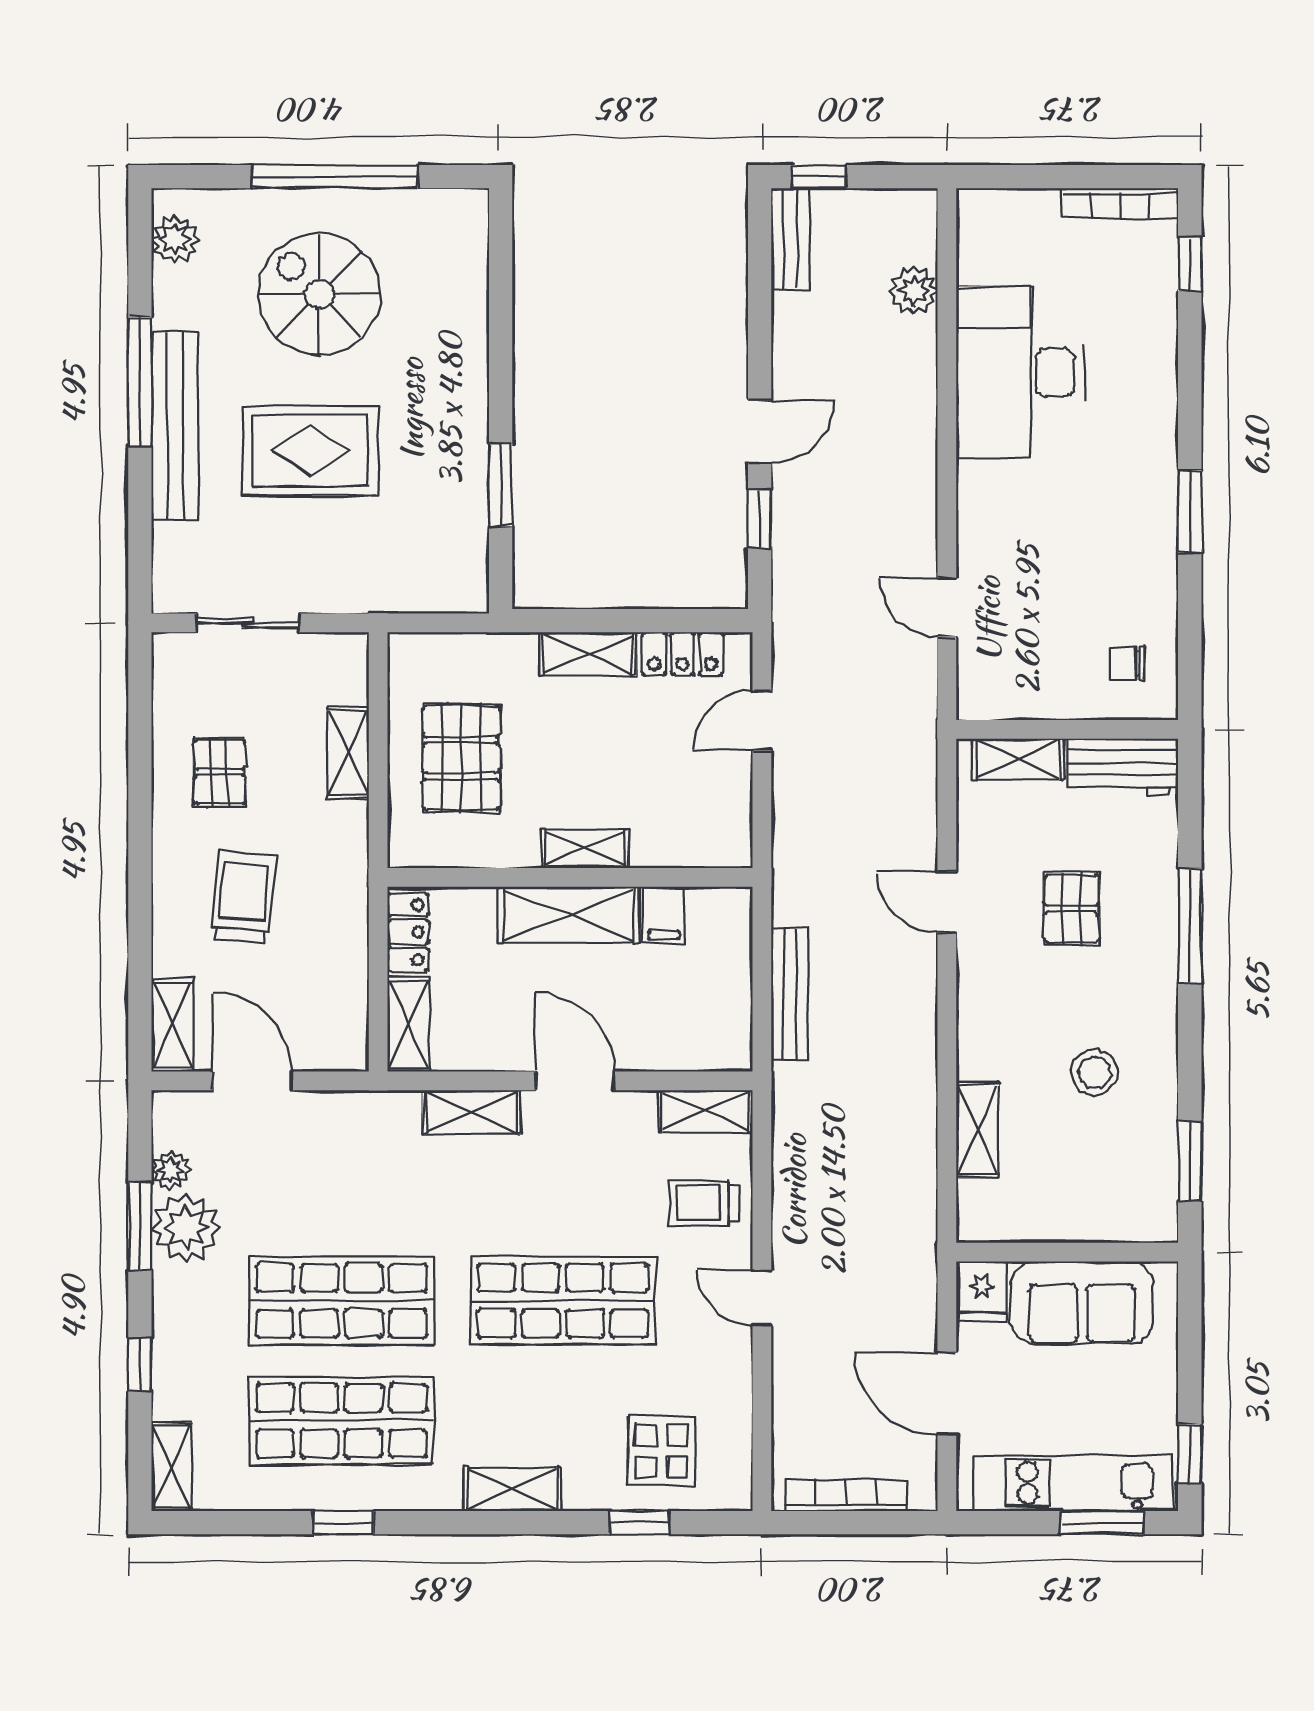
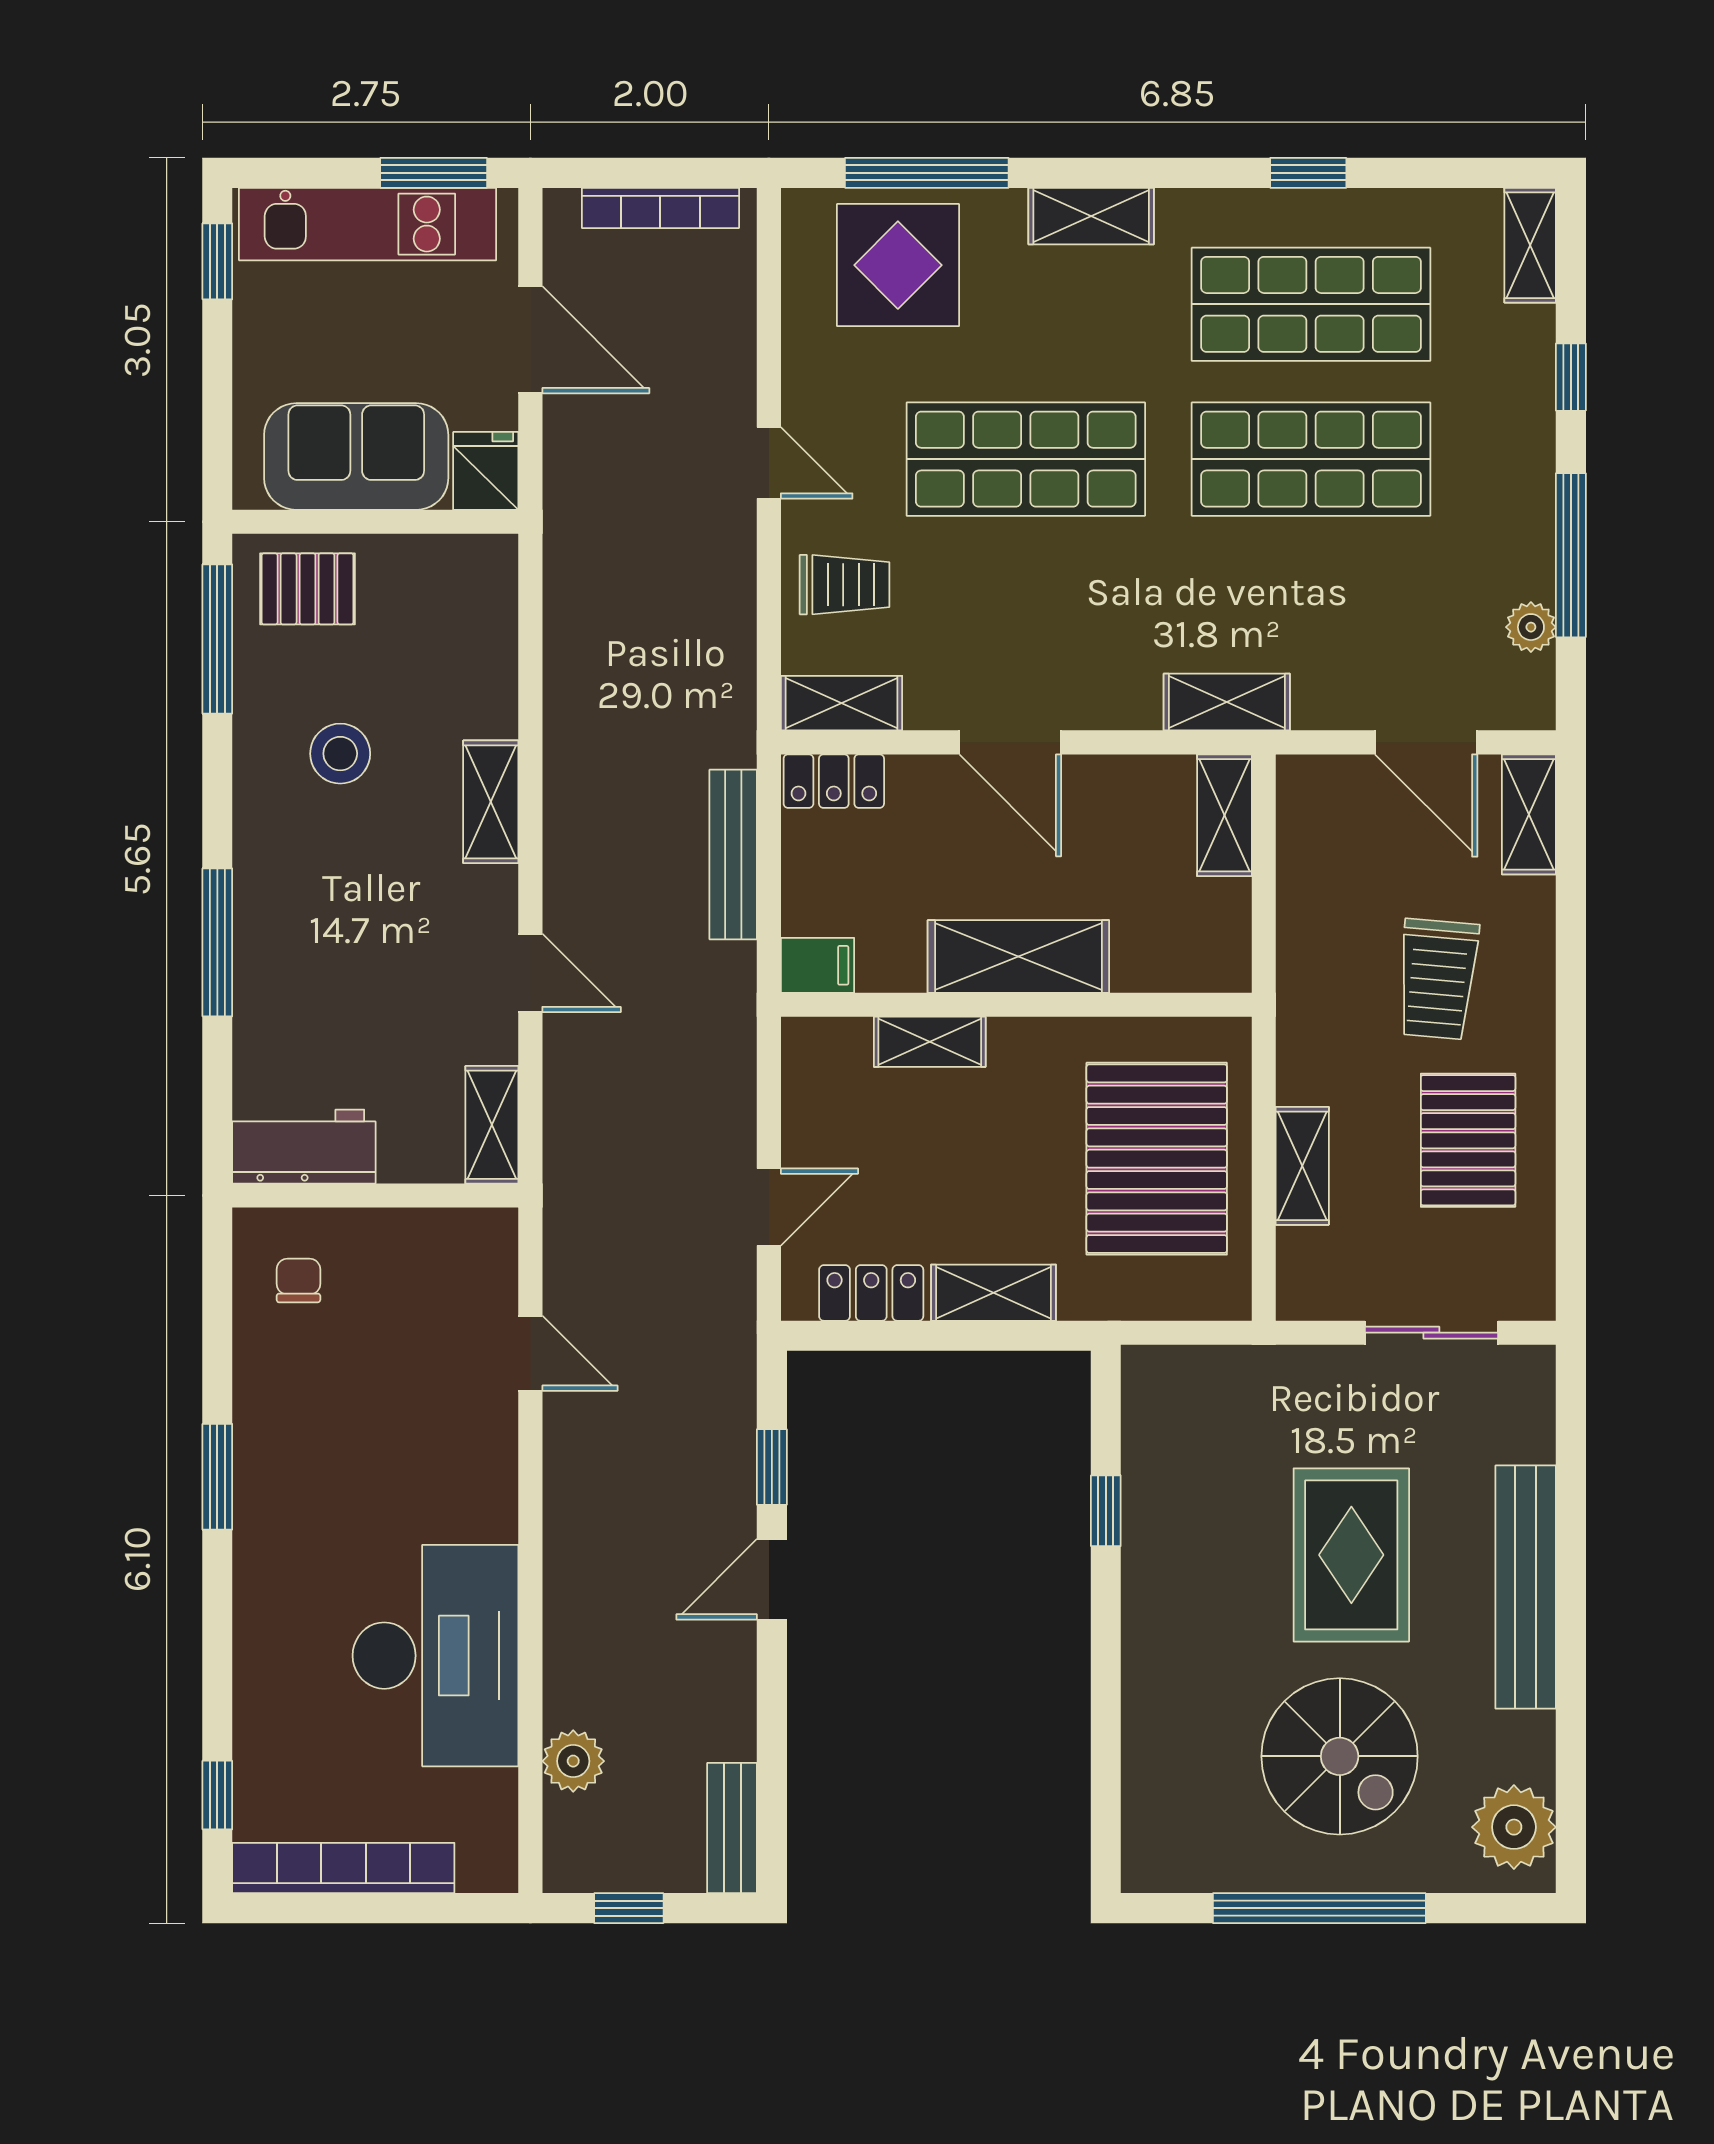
window: (819, 177) -> (629, 1908), moved
bookcase: (1120, 203) -> (343, 1868), width x1.48, depth x1.31
plant: (175, 240) -> (1514, 1827), width x1.36, depth x1.36
window: (140, 381) -> (1571, 1644), removed
rug: (310, 451) -> (1351, 1555), turned 90
window: (501, 485) -> (1106, 1511), width x0.67
chair: (1127, 664) -> (298, 1280), turned -90
pallet: (461, 758) -> (1157, 1159), width x1.37, depth x1.41
shelving: (1018, 759) -> (492, 1125), moved, turned 90
pallet: (220, 772) -> (1468, 1140), width x1.50, depth x1.42
shelving: (585, 849) -> (930, 1042), moved
pallet: (1071, 909) -> (308, 589), moved, turned 90
filing cabinet: (664, 915) -> (817, 965), moved, turned 90
locker: (408, 932) -> (834, 781), moved, turned -90
shelving: (472, 1112) -> (1227, 702), moved
shelving: (978, 1130) -> (491, 802), moved
window: (1190, 1161) -> (217, 639), width x1.44
window: (140, 1226) -> (1571, 555), width x1.44
plant: (186, 1228) -> (1511, 553), removed
display table: (662, 1451) -> (898, 265), width x1.36, depth x1.36
window: (639, 1523) -> (927, 173), width x2.17
window: (1102, 1523) -> (434, 173), moved

